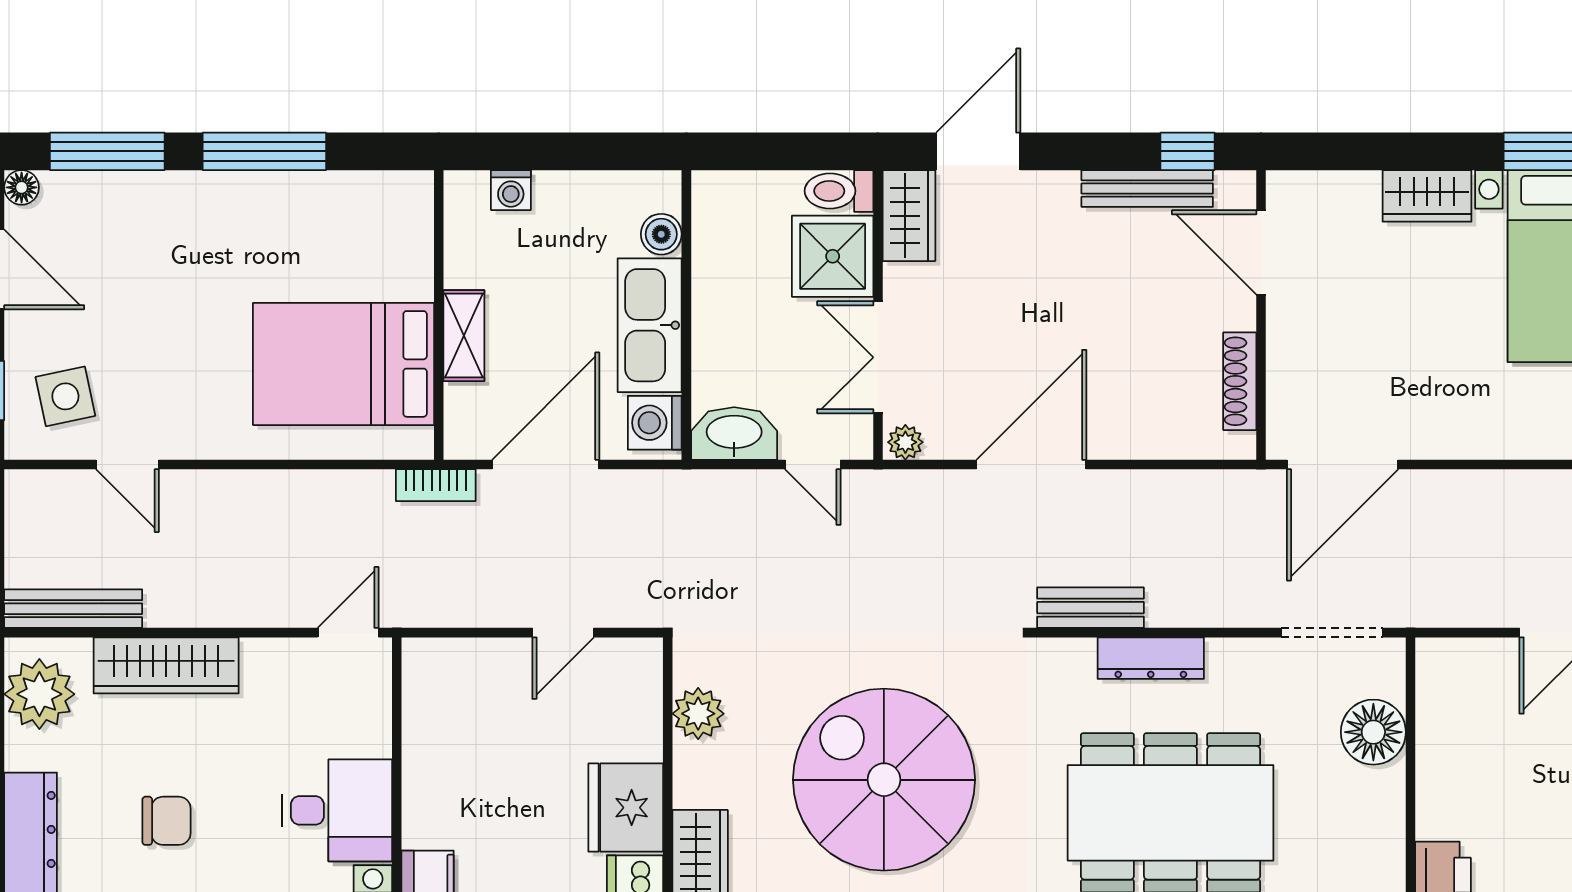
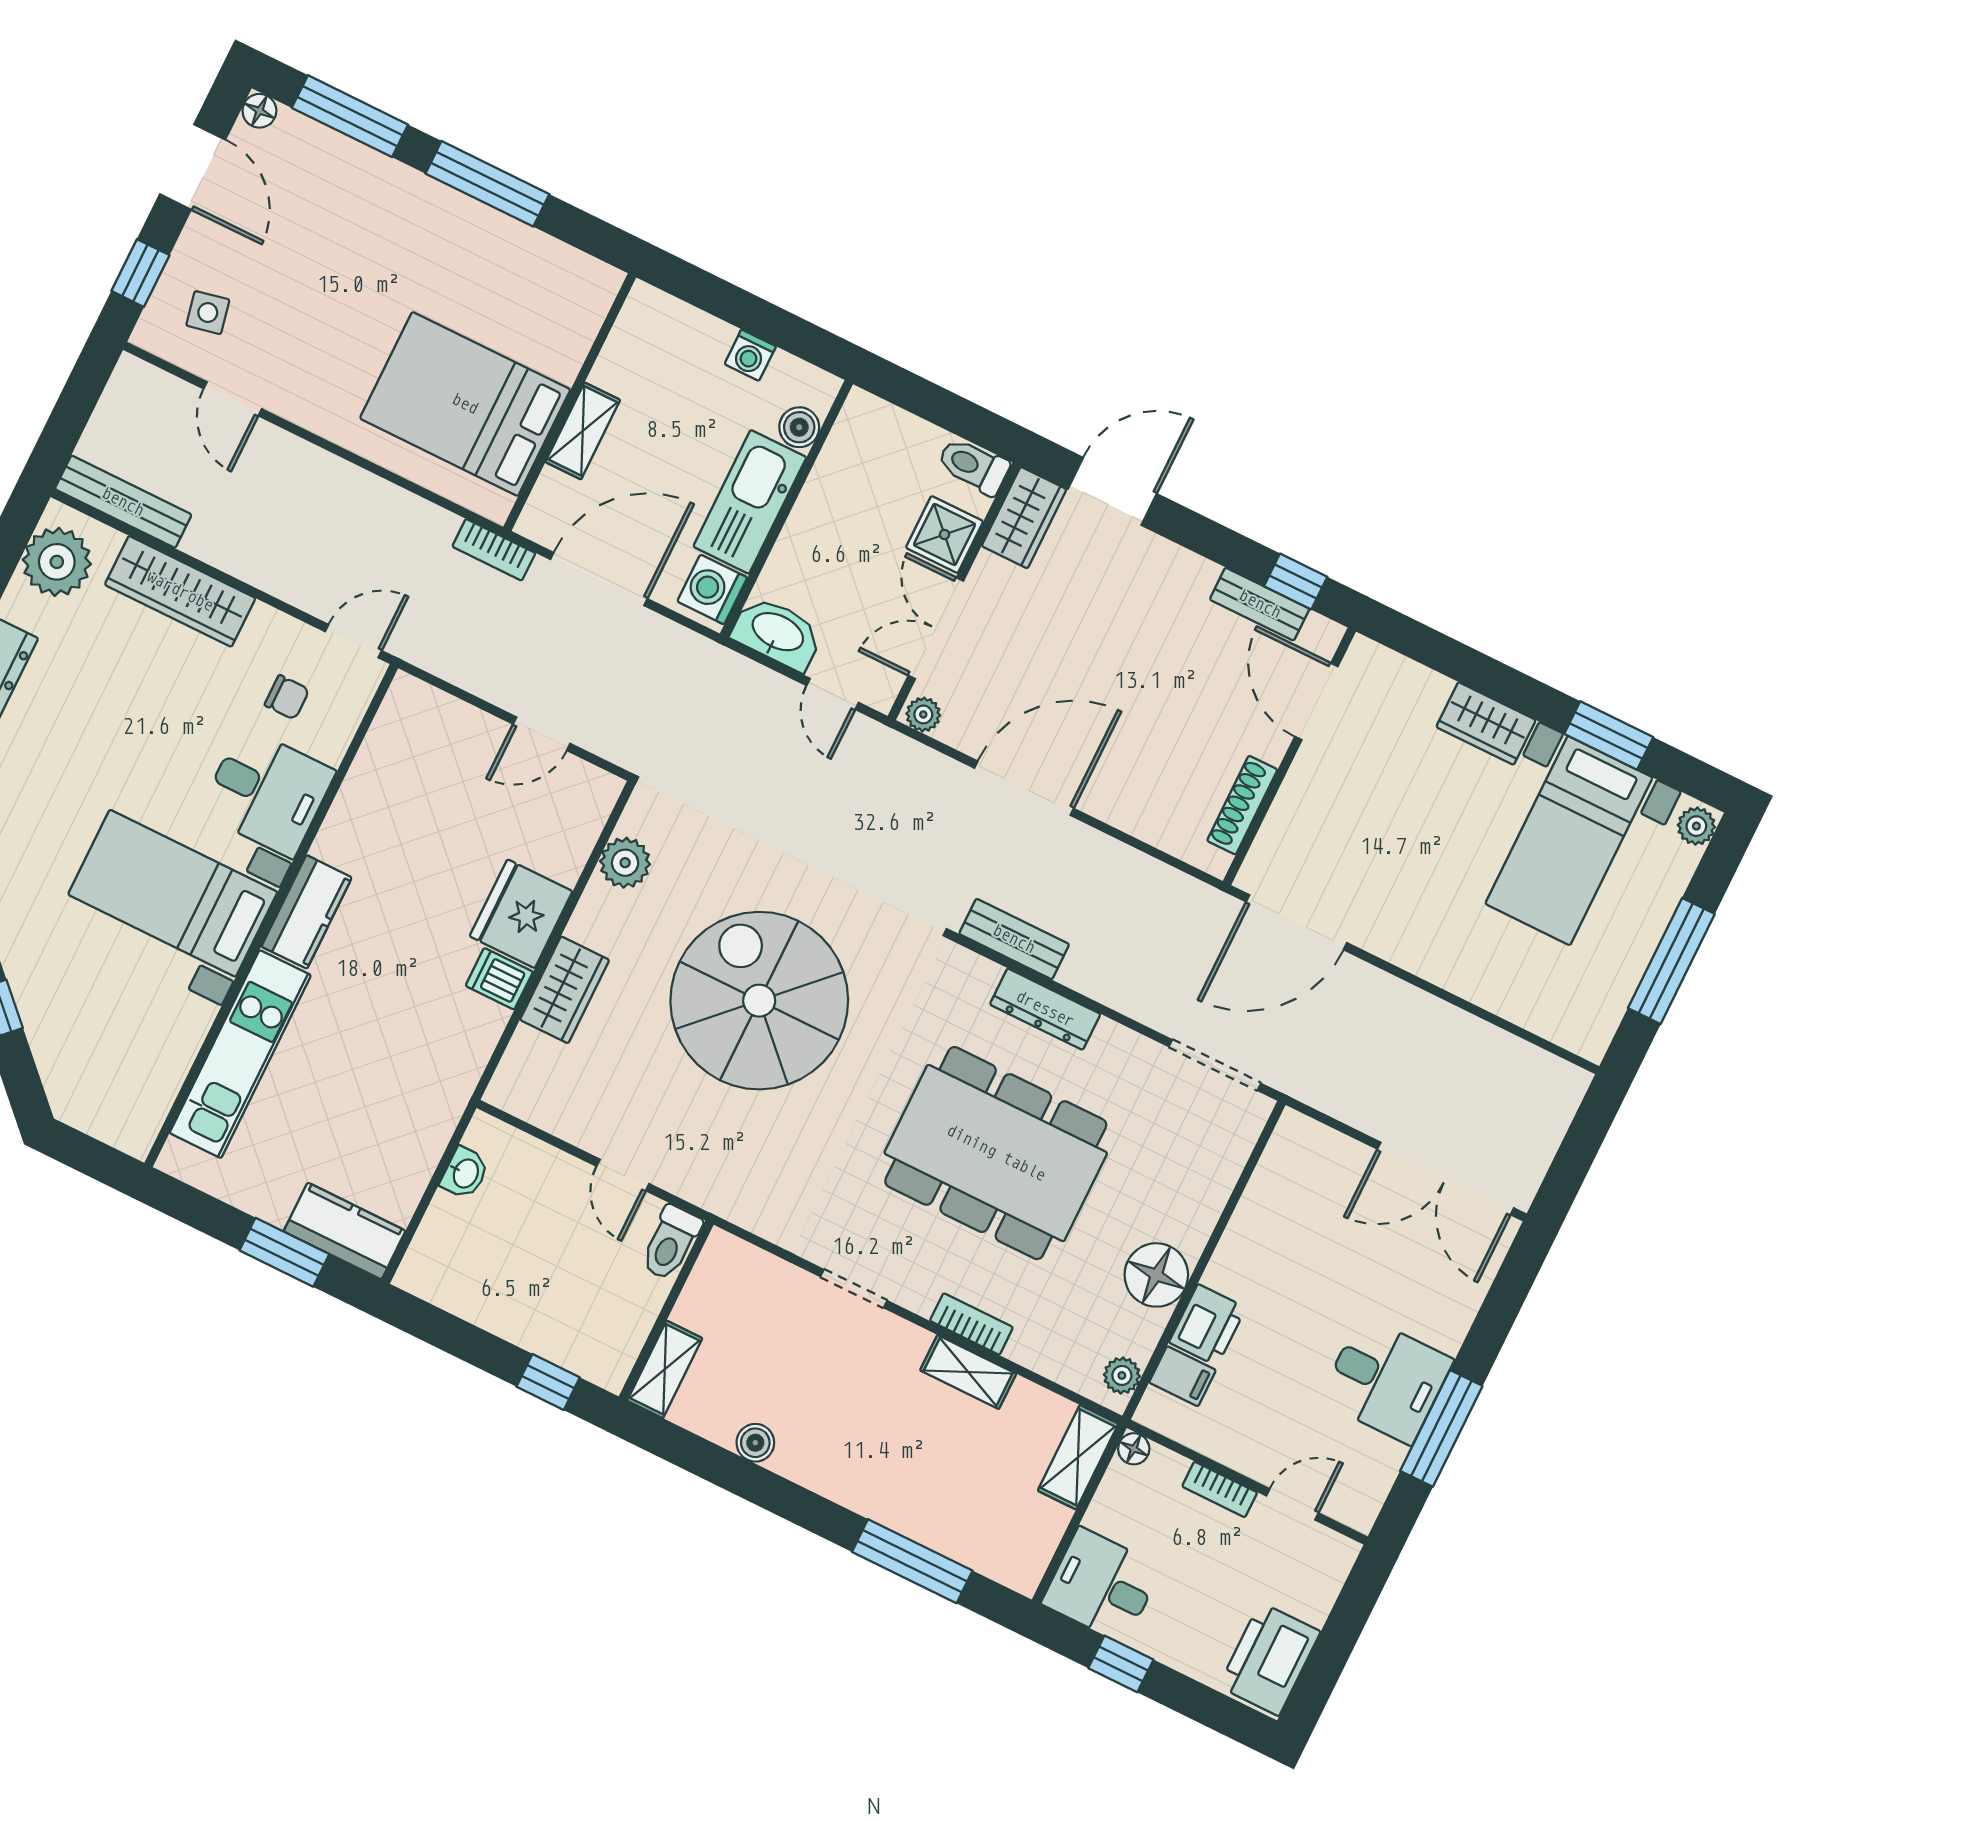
bench: (1147, 189) -> (1260, 604), width x0.73
washing machine: (511, 190) -> (750, 355), moved
shower: (833, 256) -> (945, 534), width x0.73, depth x0.73
side table: (65, 396) -> (208, 313), width x0.73, depth x0.73
floor lamp: (1373, 732) -> (1156, 1275), moved
chair: (167, 821) -> (287, 697), moved, width x0.73, depth x0.73

